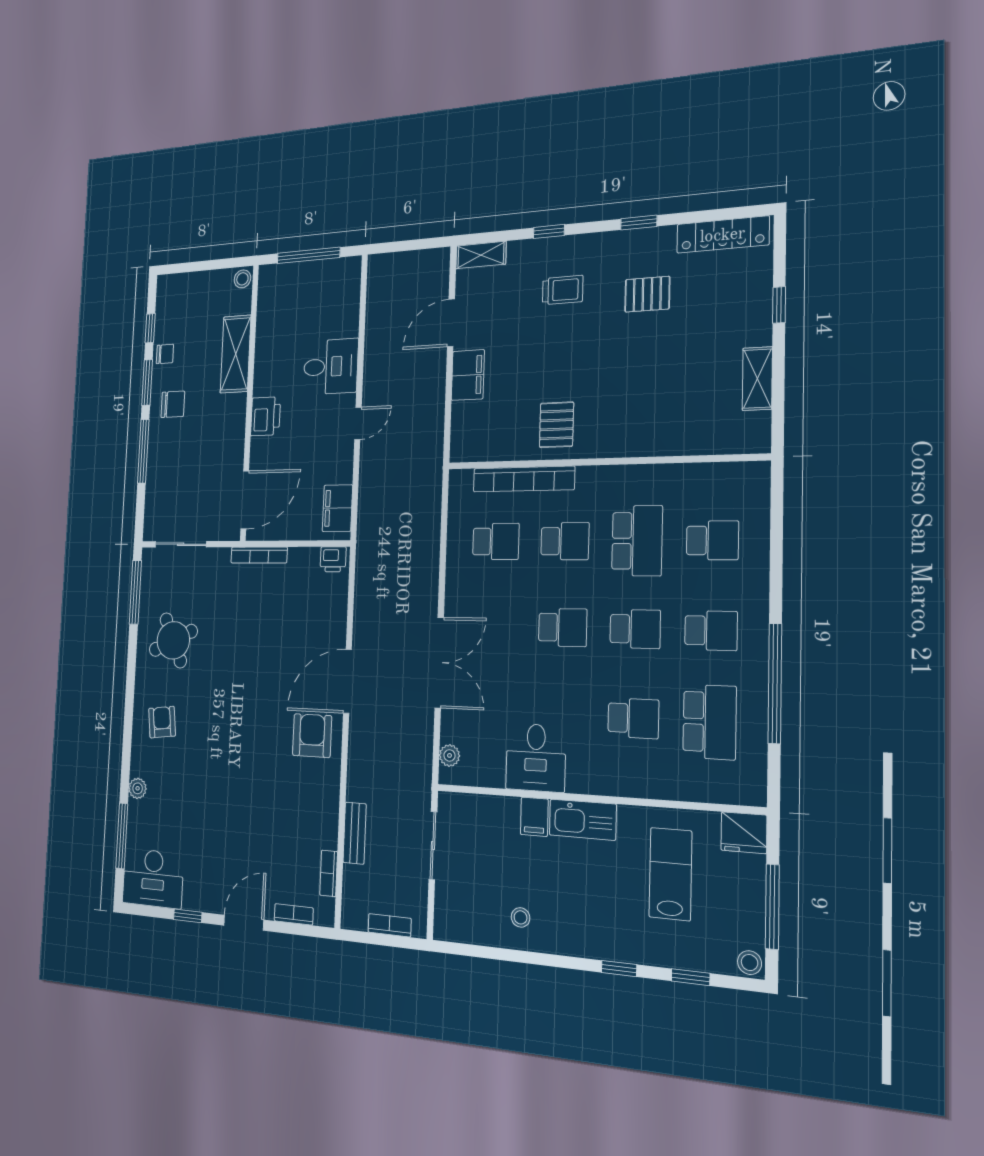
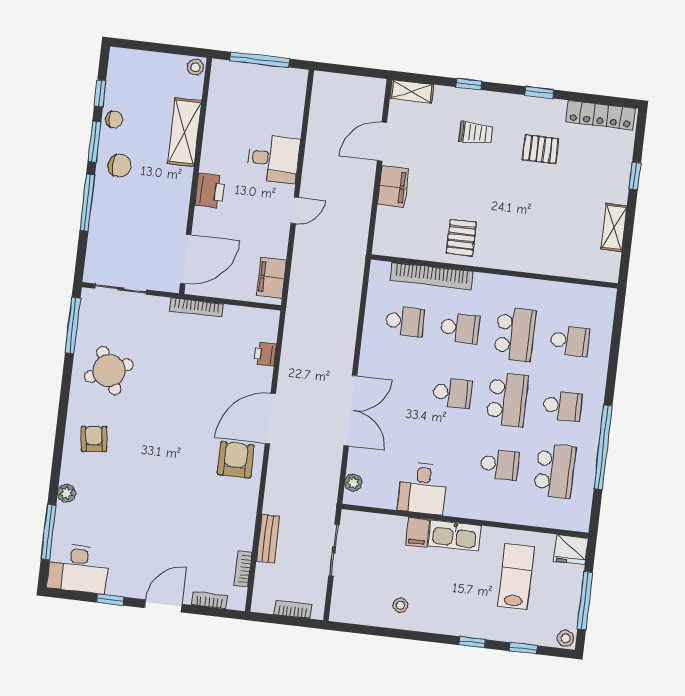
printer: (333, 559) -> (265, 354), moved, turned 90
school desk: (635, 629) -> (507, 399), width x1.85

